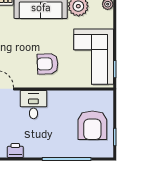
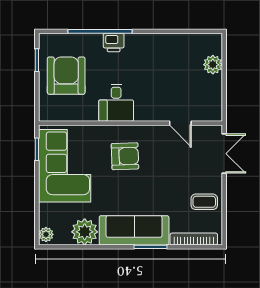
desk: (33, 105) -> (116, 103), moved
printer: (15, 151) -> (114, 42), moved

